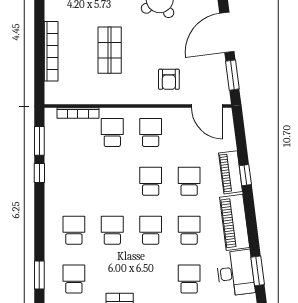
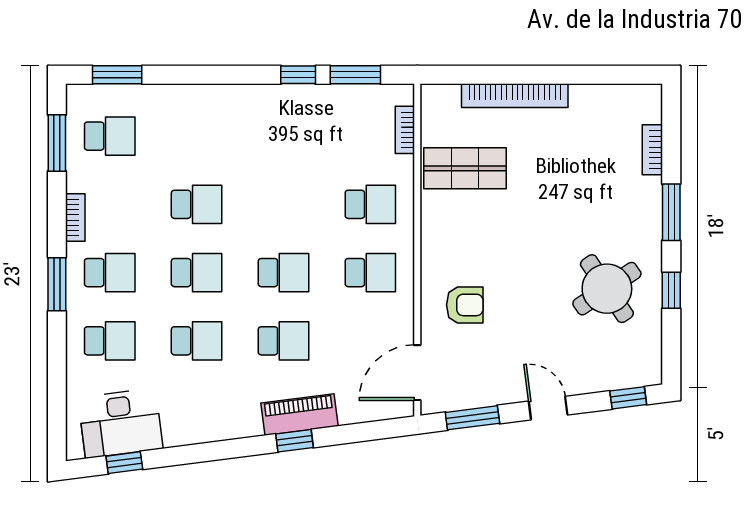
door: (227, 32) -> (548, 408), width x0.53
shop shelf: (110, 50) -> (465, 168), moved
armchair: (169, 79) -> (465, 305), turned 180
bookcase: (78, 113) -> (405, 130), width x0.64
piano: (235, 222) -> (210, 422), removed
school desk: (74, 230) -> (110, 273), moved
window: (258, 271) -> (124, 463), width x0.67

